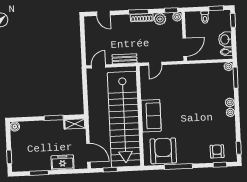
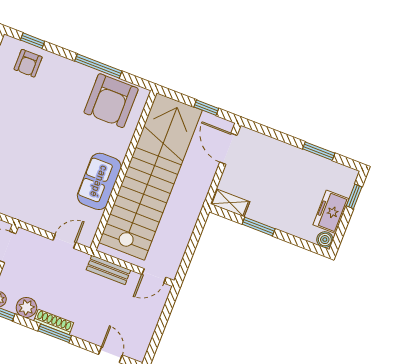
sofa: (151, 116) -> (99, 181), moved
freezer: (63, 162) -> (331, 212), moved, turned 90

